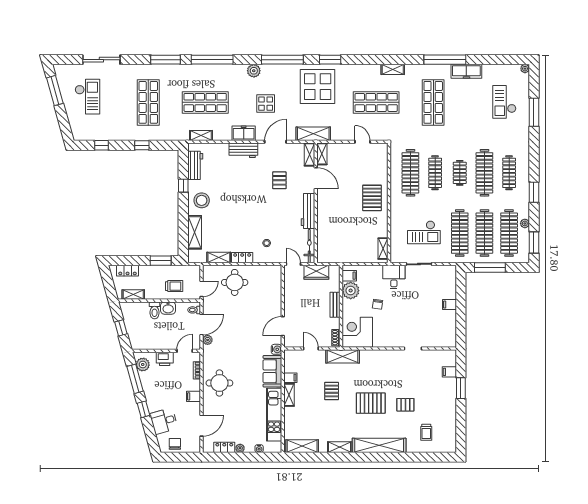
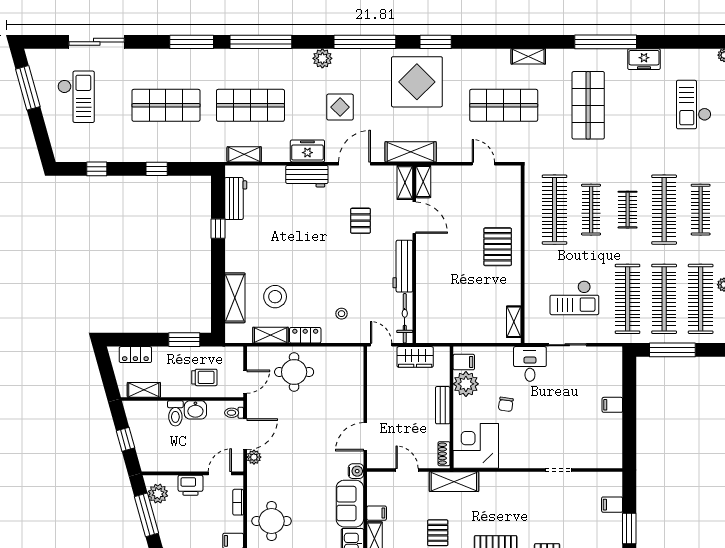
freezer: (466, 71) -> (644, 59), width x0.71
shop shelf: (148, 102) -> (166, 105), turned 90
stool: (202, 200) -> (275, 297), moved

